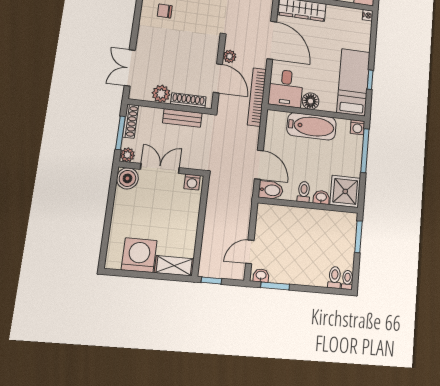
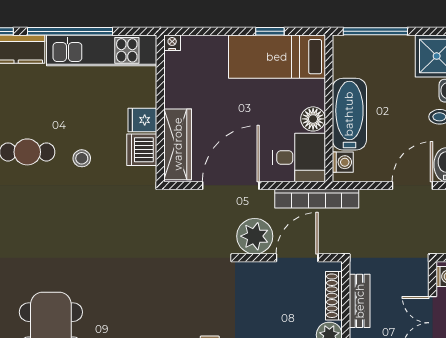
plant: (230, 56) -> (255, 236), width x1.88, depth x1.88
washing machine: (357, 127) -> (343, 162), moved

